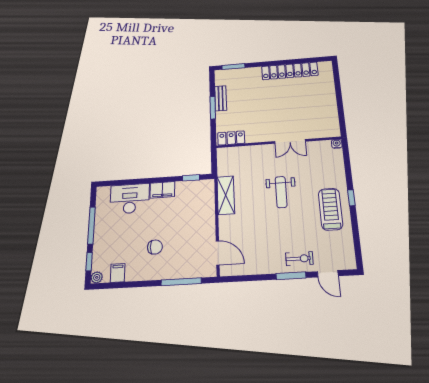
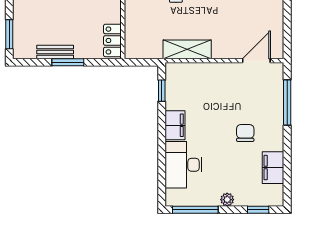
window: (91, 225) -> (195, 210), moved
filing cabinet: (118, 273) -> (273, 168), width x2.00
plant: (97, 277) -> (227, 200), moved

